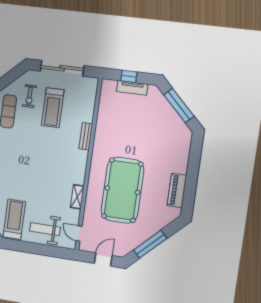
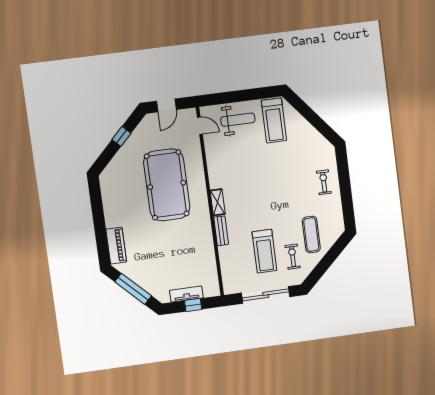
treadmill: (53, 108) -> (264, 251), turned 180
piano: (177, 190) -> (116, 246), moved
shelving: (77, 197) -> (218, 202), moved
window: (150, 244) -> (122, 136), width x0.46

